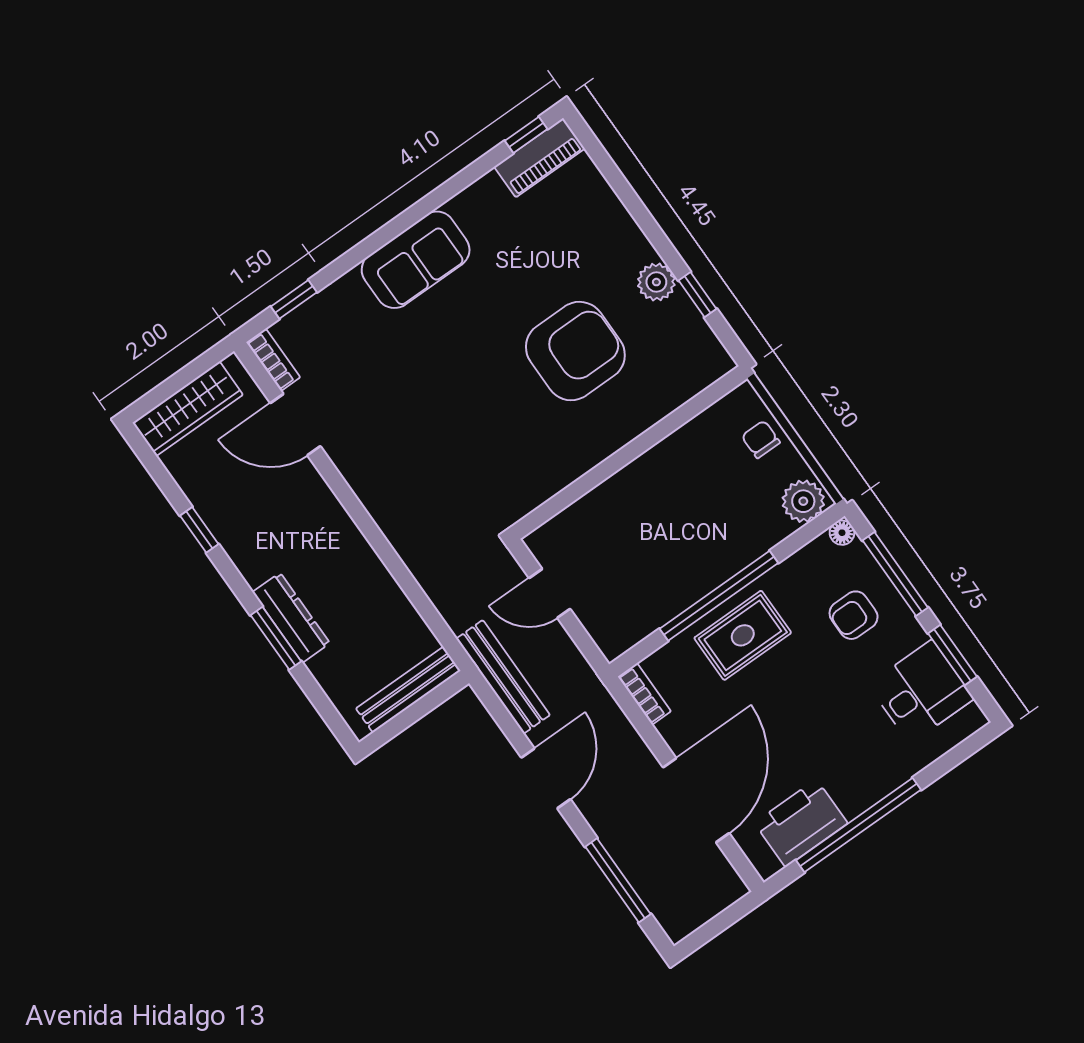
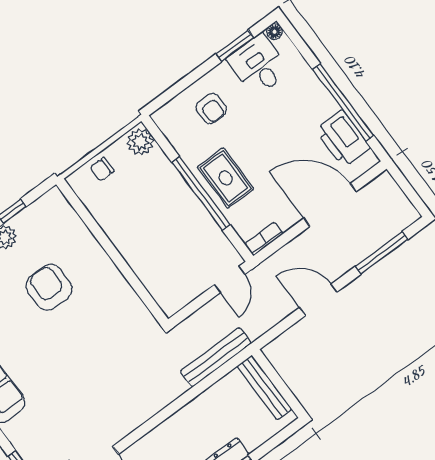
armchair: (575, 351) -> (49, 287), width x0.73, depth x0.73
floor lamp: (842, 533) -> (274, 32), moved
window: (895, 574) -> (185, 83), removed
door: (550, 593) -> (230, 279), moved
bench: (503, 677) -> (216, 357), moved

